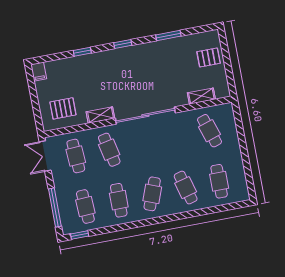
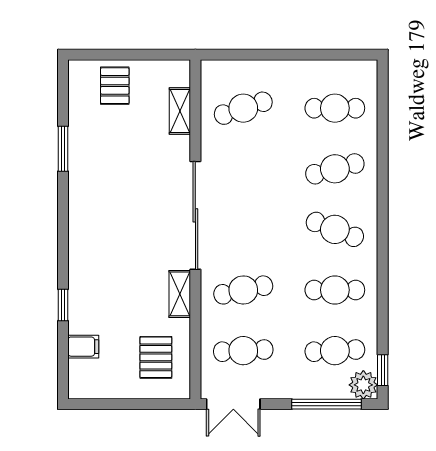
window: (123, 44) -> (63, 231), removed
filing cabinet: (39, 72) -> (83, 347), moved
plant: (69, 226) -> (363, 385), added

